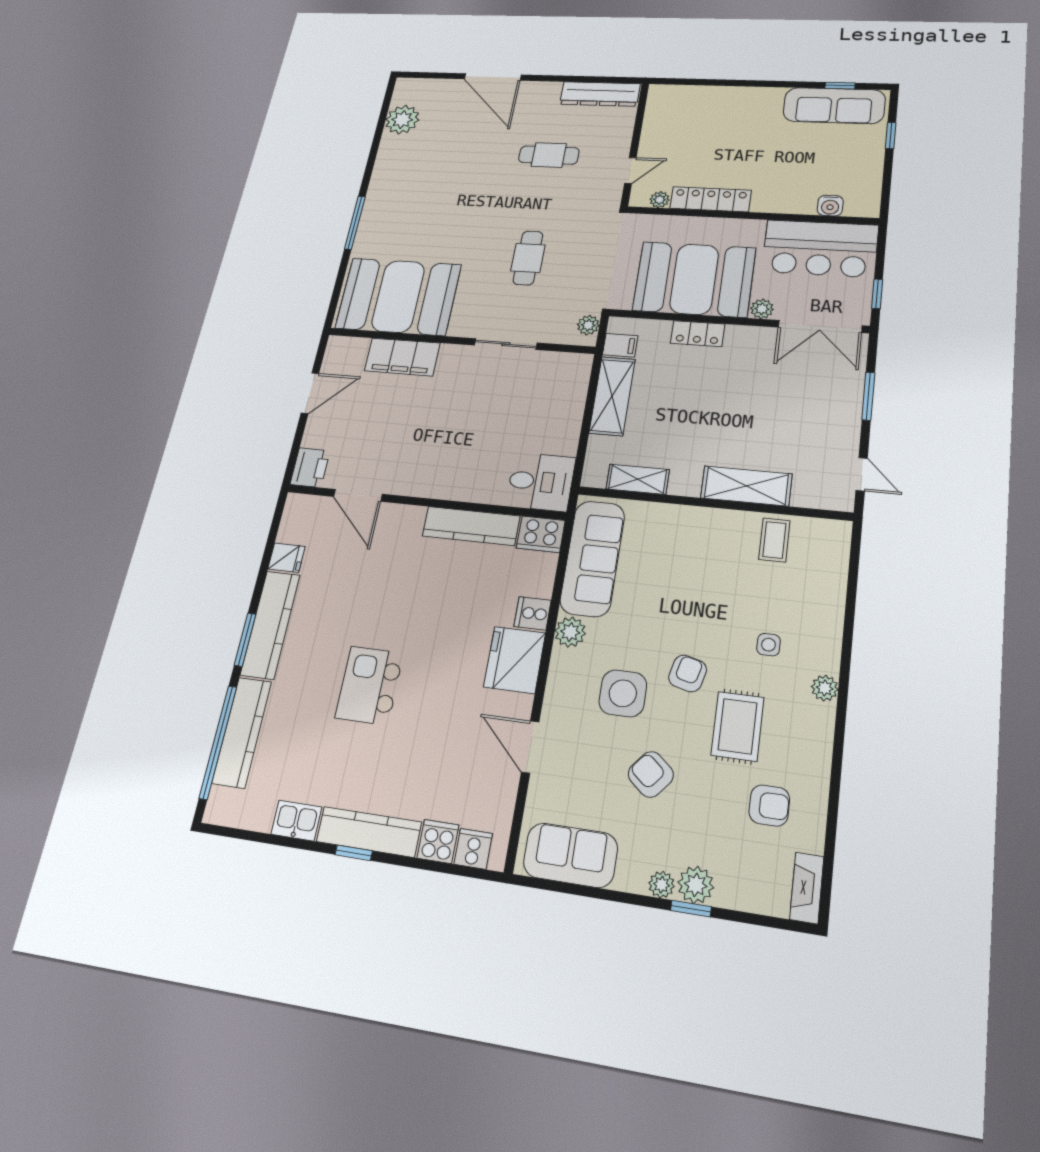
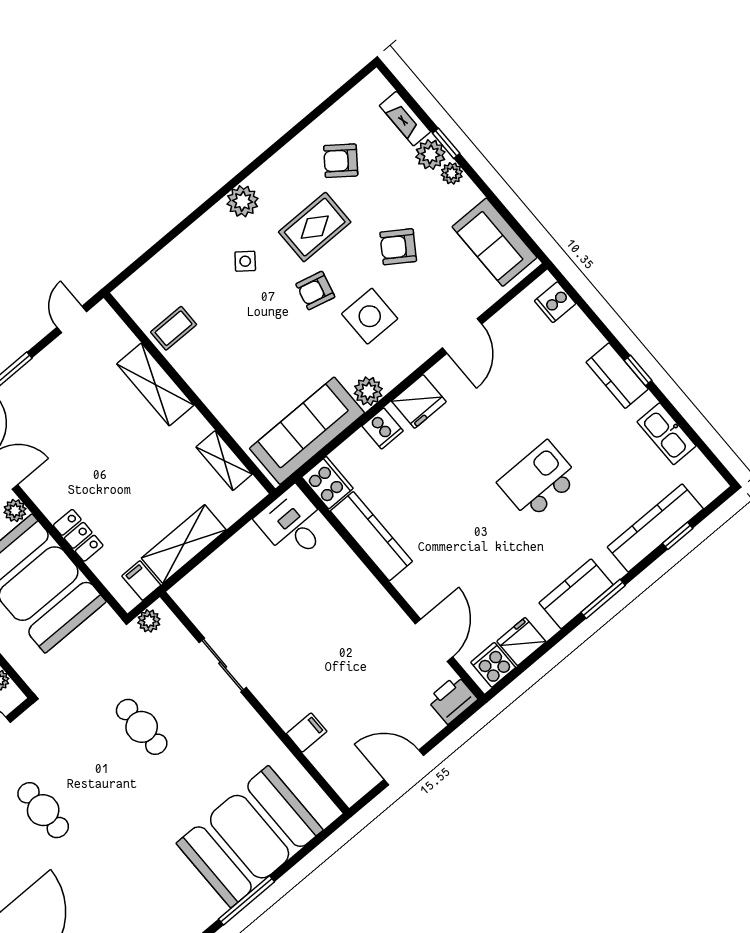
cafe table: (528, 258) -> (142, 727), turned 90
booth: (398, 296) -> (250, 837), moved, turned 90
filing cabinet: (402, 357) -> (307, 733), width x0.33, depth x0.86
fridge: (286, 558) -> (521, 641), width x1.38
kitchen counter: (270, 625) -> (576, 594), width x0.67
side table: (769, 645) -> (245, 261), turned 38
fridge: (515, 660) -> (419, 401), width x0.73, depth x0.75
kitchen island: (369, 685) -> (538, 480), turned 180
plant: (825, 688) -> (243, 201), width x1.38, depth x1.38
window: (218, 742) -> (678, 536), width x0.32
armchair: (651, 774) -> (398, 247), turned 84
armchair: (769, 806) -> (341, 161), turned -53
kitchen sink: (296, 821) -> (667, 434), width x1.38
kitchen counter: (369, 832) -> (617, 376), width x0.67
cooker: (438, 841) -> (493, 665), moved, turned 90
fireplace: (807, 888) -> (405, 119), moved, turned 90

